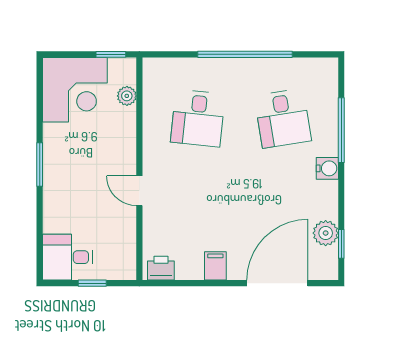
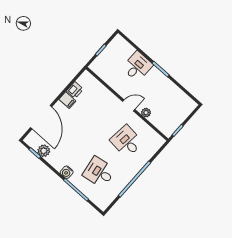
corner desk: (75, 90) -> (177, 106), removed
plant: (127, 96) -> (146, 113), moved
door: (139, 191) -> (129, 105), moved
desk: (67, 257) -> (137, 66), moved
printer: (161, 268) -> (75, 90), moved

